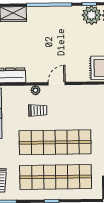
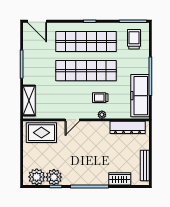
door: (57, 84) -> (72, 120), moved

